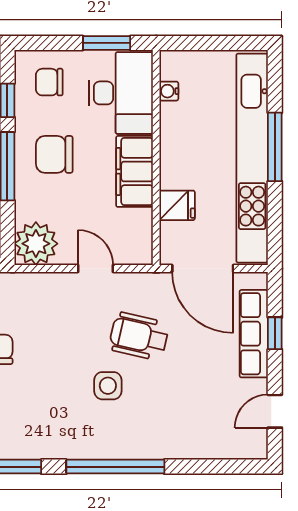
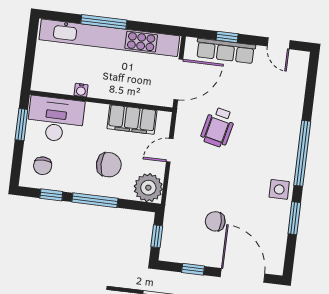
water cooler: (169, 91) -> (81, 90), moved
chair: (54, 154) -> (109, 165), moved, turned -90
filing cabinet: (134, 171) -> (132, 119), moved
fridge: (177, 205) -> (135, 91), removed
side table: (108, 386) -> (279, 189), moved

